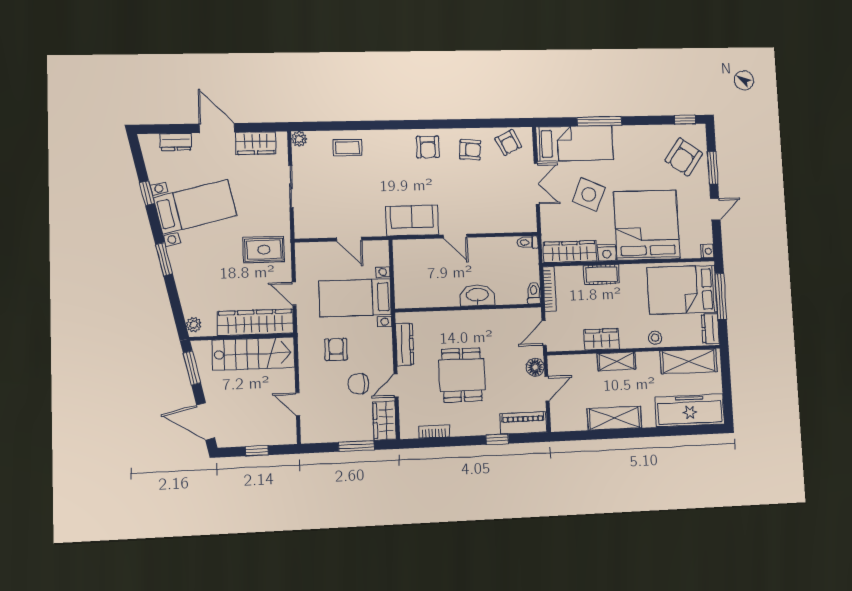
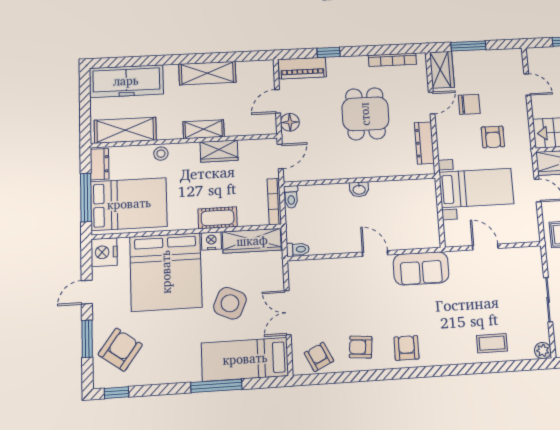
nightstand: (707, 251) -> (104, 252), width x1.89, depth x1.79
washbasin: (477, 295) -> (359, 189), width x0.52, depth x0.69
bookcase: (434, 431) -> (392, 60), width x1.56

